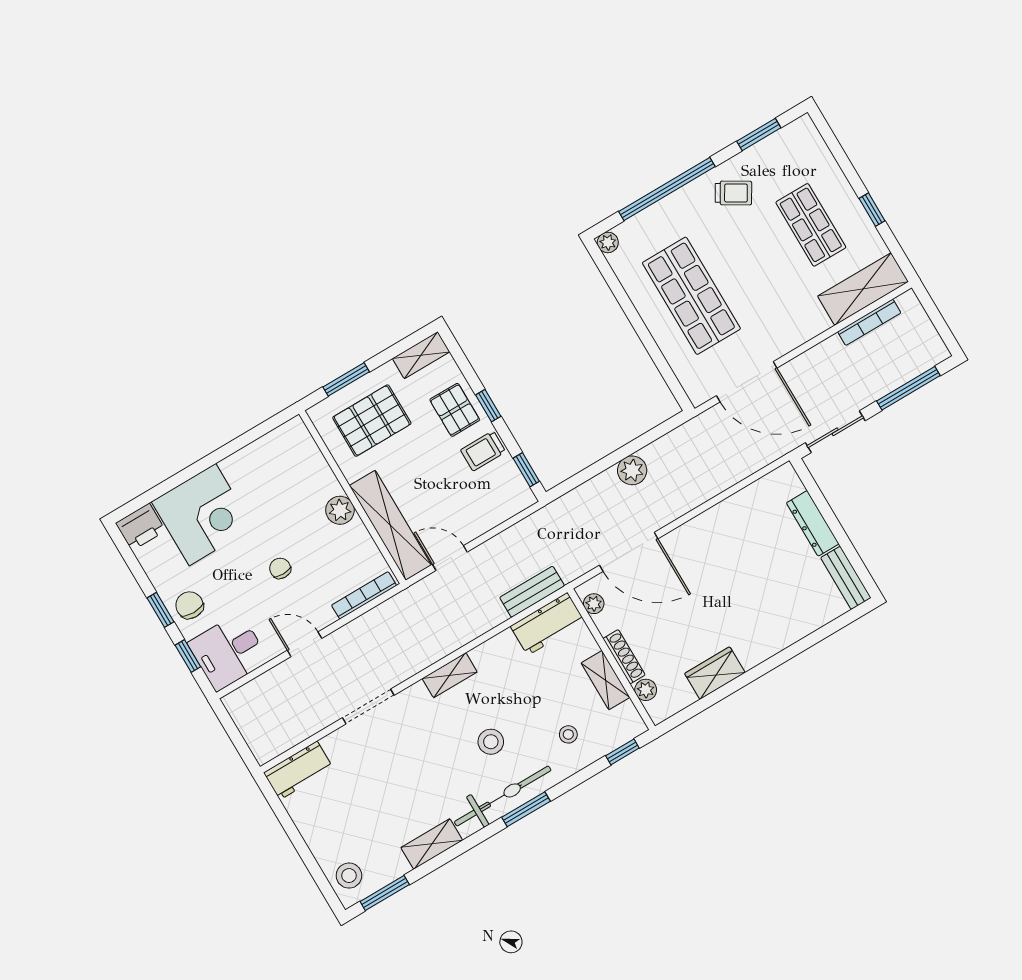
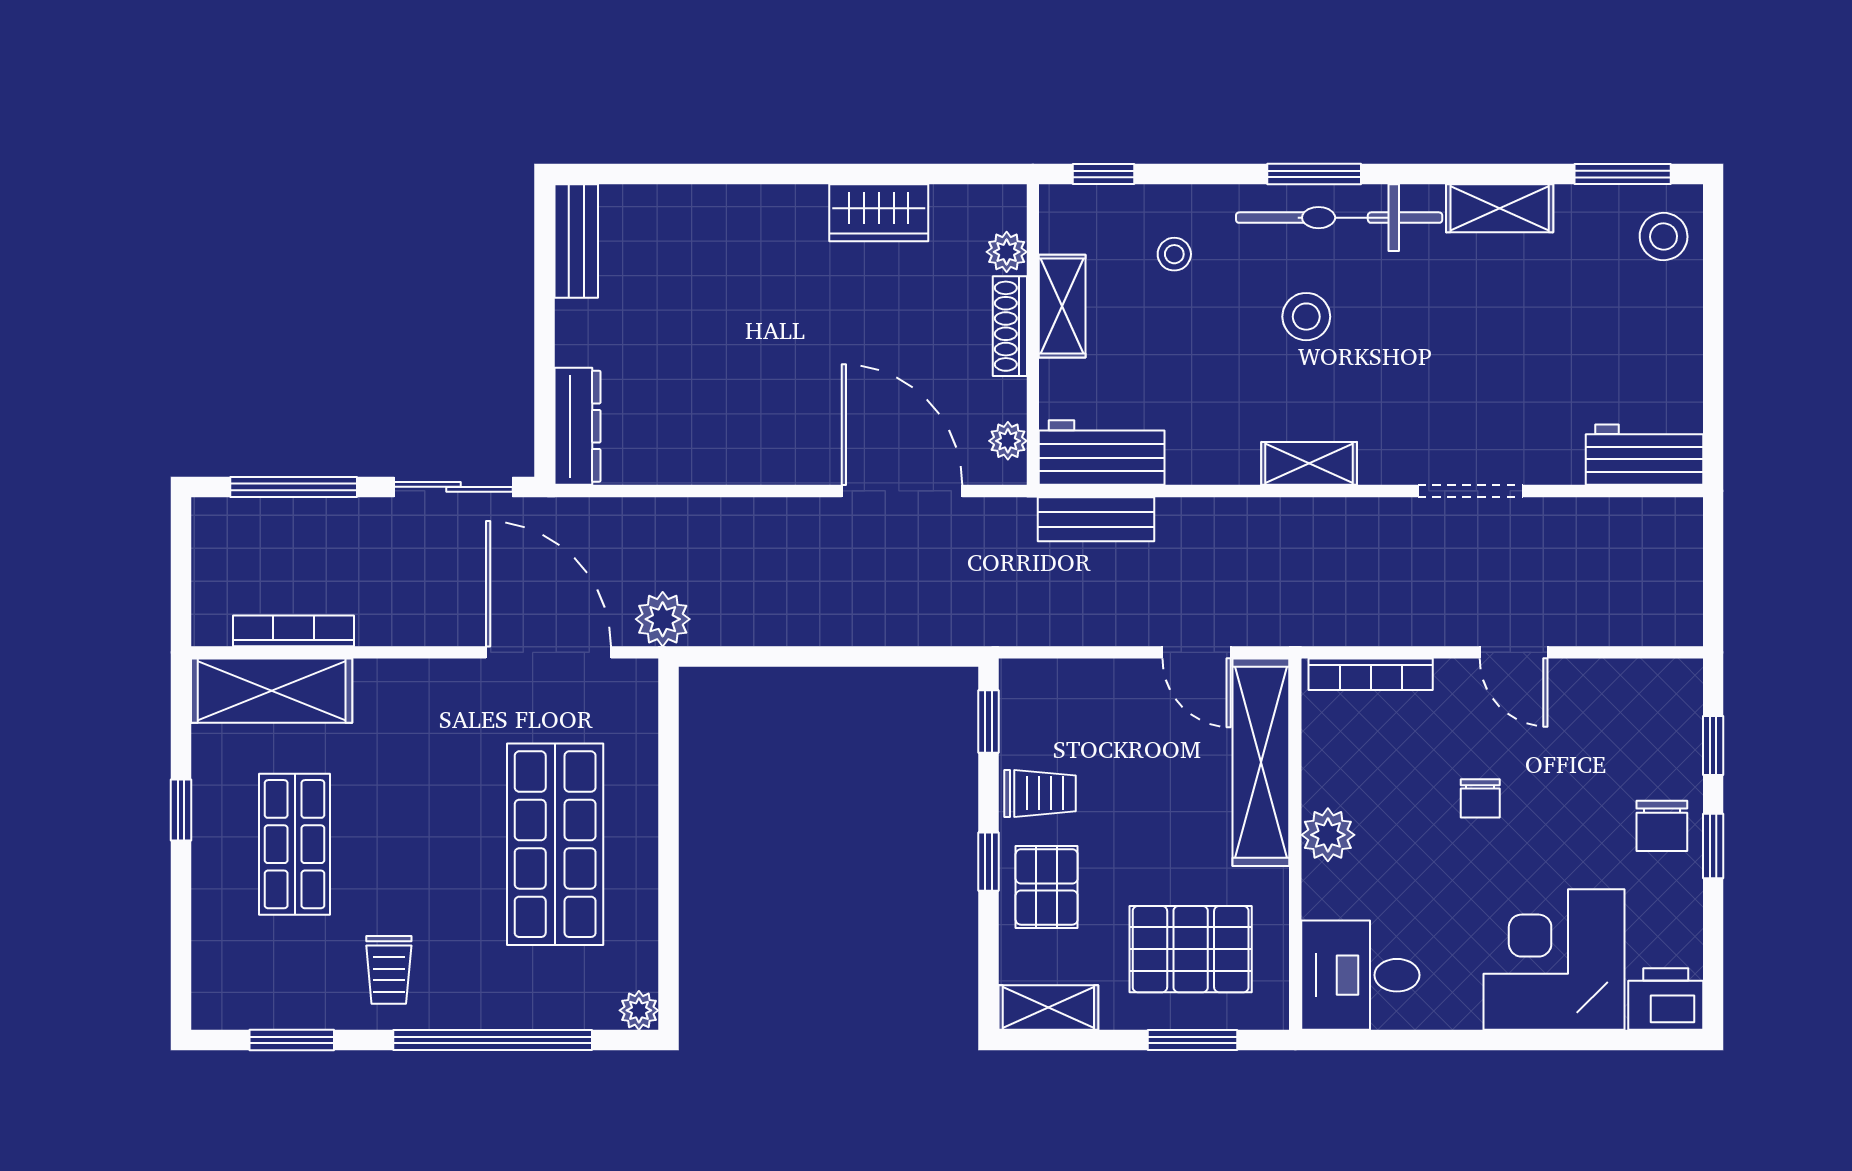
trolley: (733, 193) -> (389, 970), turned -121
plant: (632, 470) -> (663, 619), moved
dresser: (813, 523) -> (577, 426), moved
desk: (228, 652) -> (1360, 975), moved, turned 180

